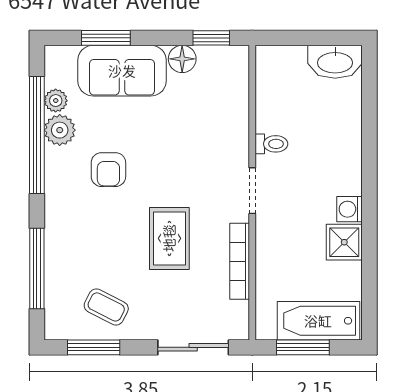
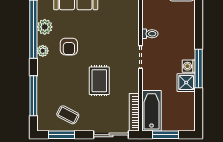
plant: (56, 101) -> (43, 51), moved
window: (369, 214) -> (199, 69), added
bookcase: (240, 261) -> (134, 112), moved
bathtub: (318, 321) -> (151, 111), moved, turned 90

